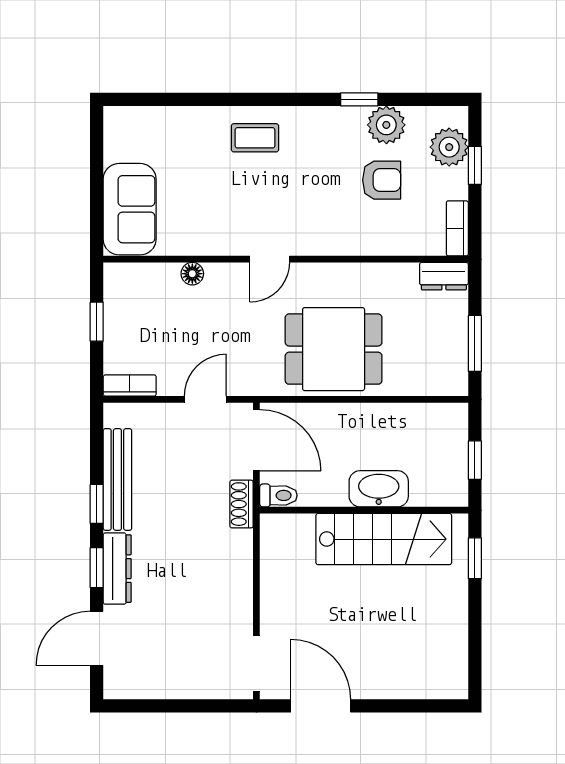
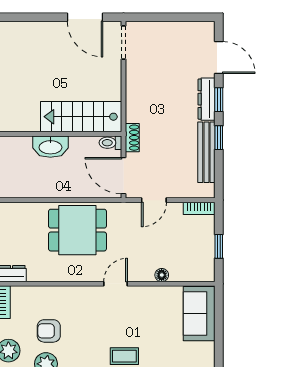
stairs: (384, 539) -> (81, 117), moved
door: (97, 638) -> (219, 58), hinge flipped

